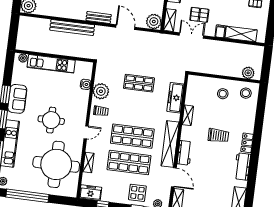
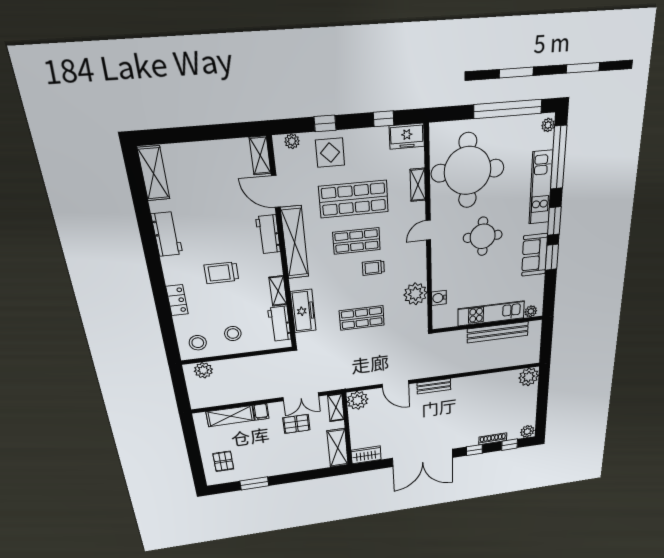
bench: (72, 28) -> (498, 332), moved
workbench: (192, 93) -> (279, 324), added
trolley: (101, 111) -> (373, 268), moved
shop shelf: (132, 136) -> (357, 241), width x0.70, depth x0.74
locker: (247, 143) -> (177, 300), moved

